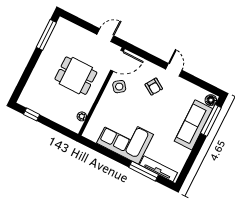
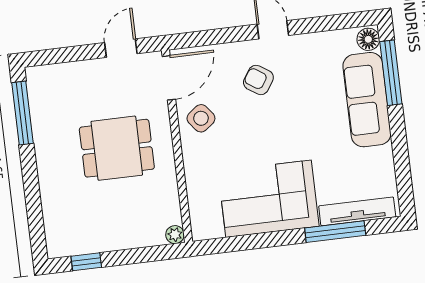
armchair: (154, 87) -> (258, 80), turned 180
plant: (82, 116) -> (175, 235), moved

